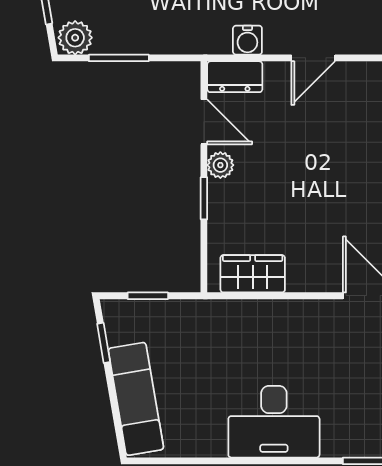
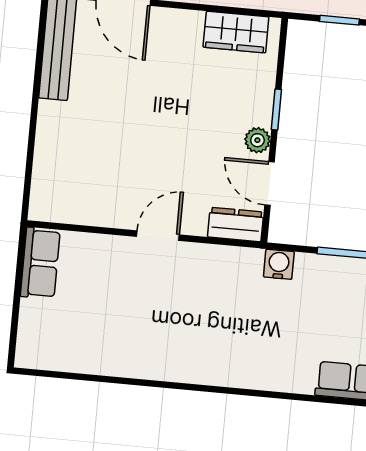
water cooler: (247, 40) -> (279, 264), moved

